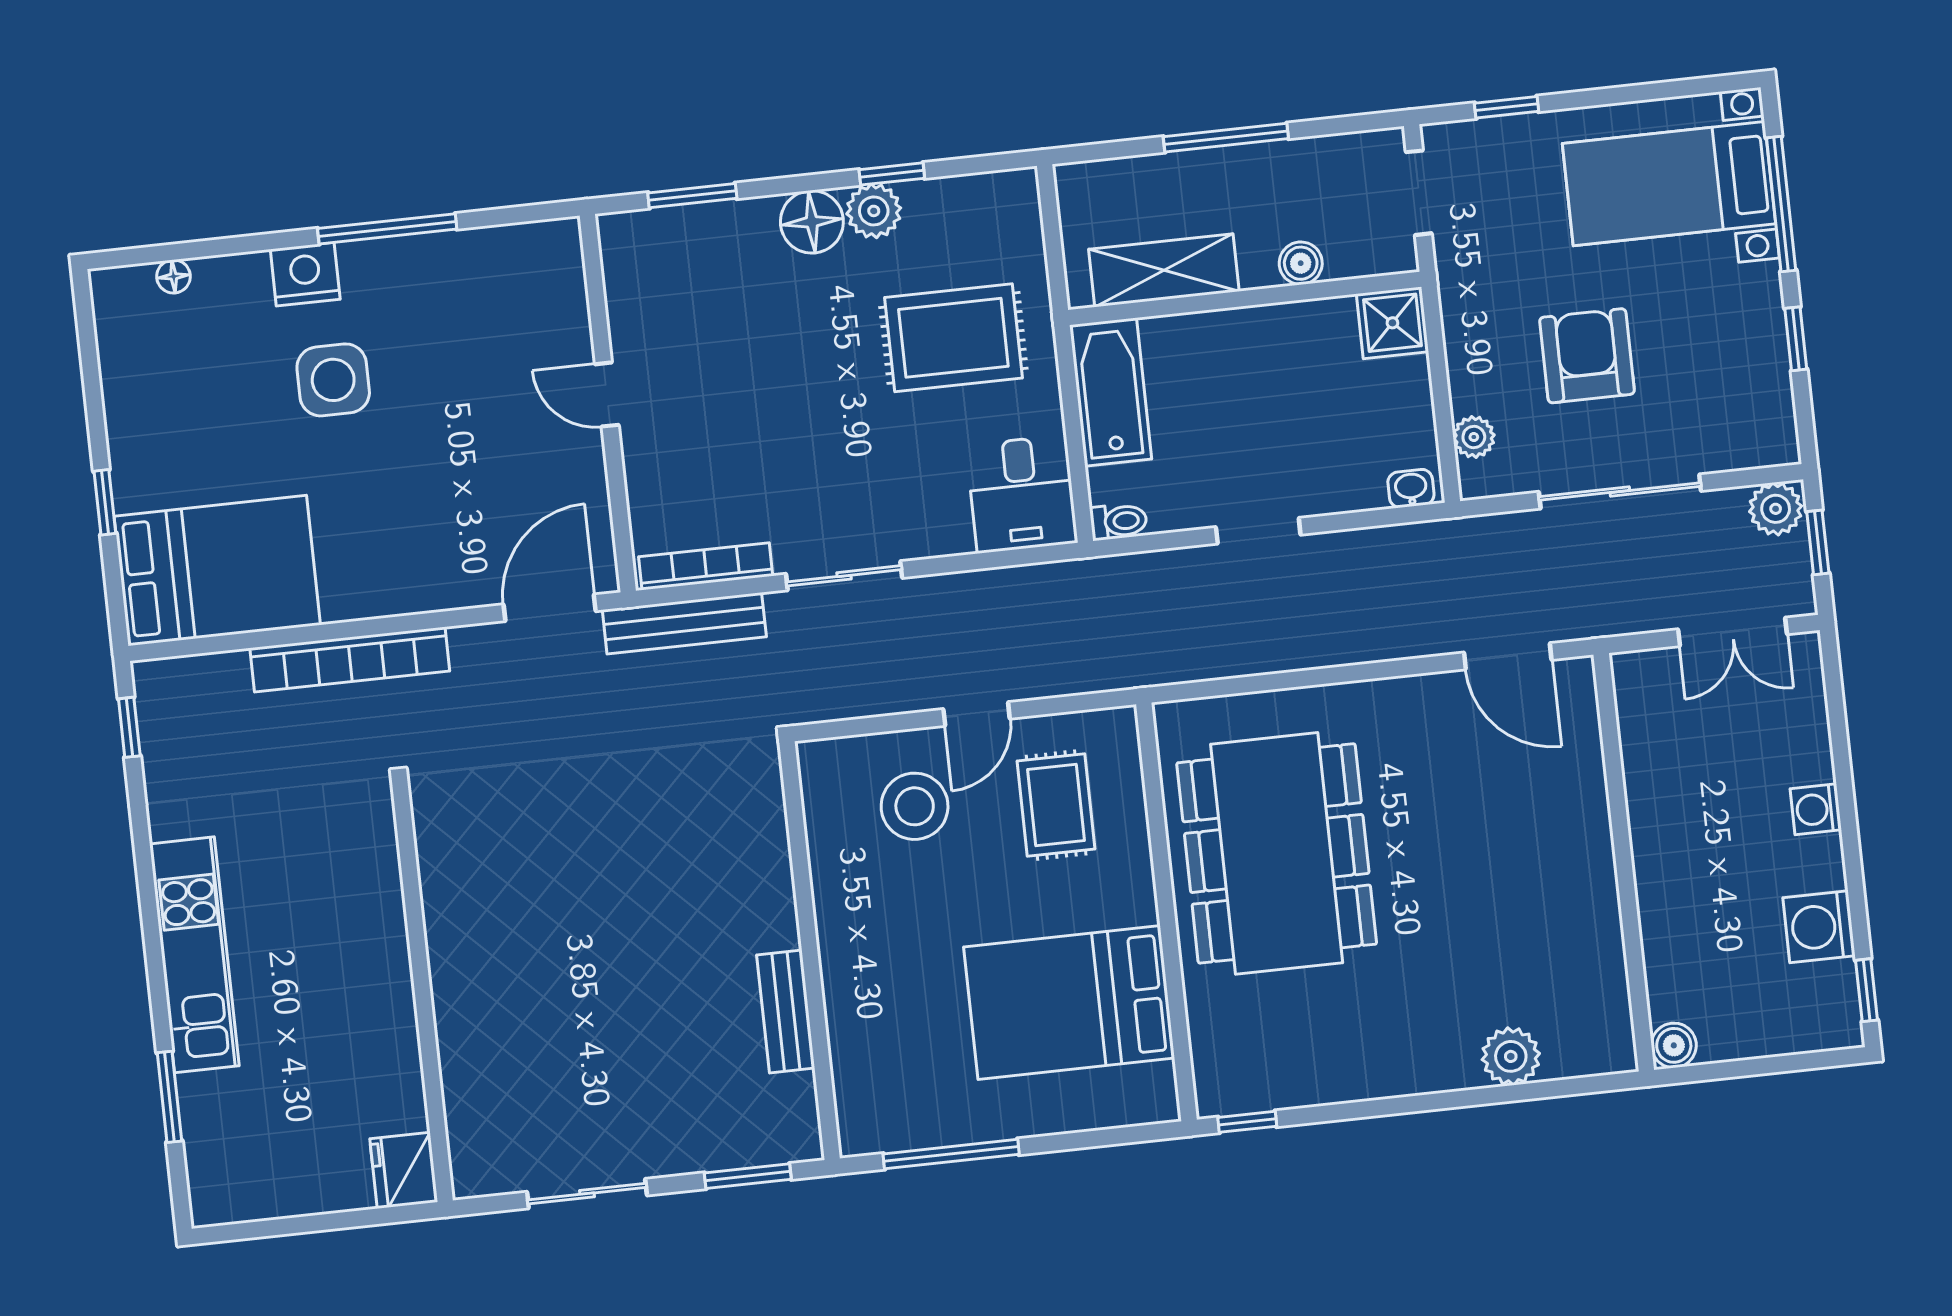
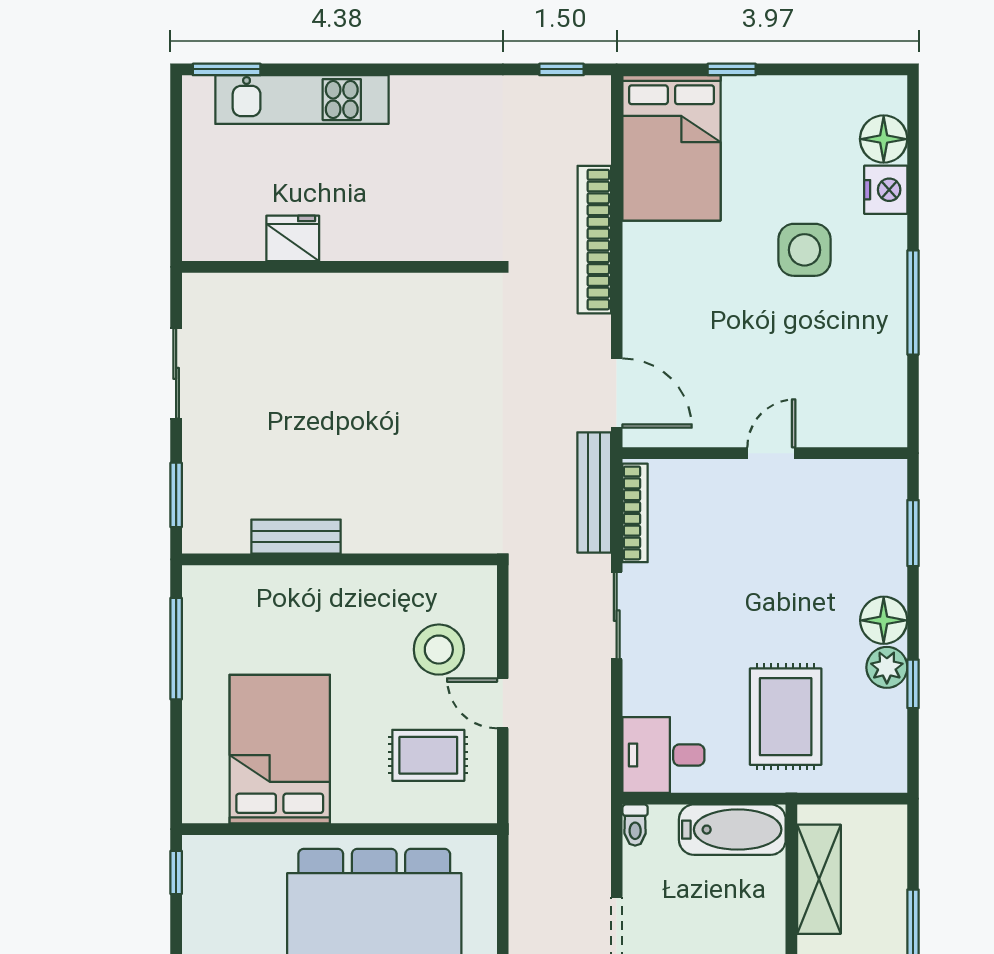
nightstand: (305, 274) -> (886, 190), moved
floor lamp: (174, 276) -> (884, 139), width x1.89, depth x1.89
kitchen unit: (194, 955) -> (302, 100), moved
window: (169, 1097) -> (227, 69), moved
fridge: (404, 1170) -> (293, 238), moved

